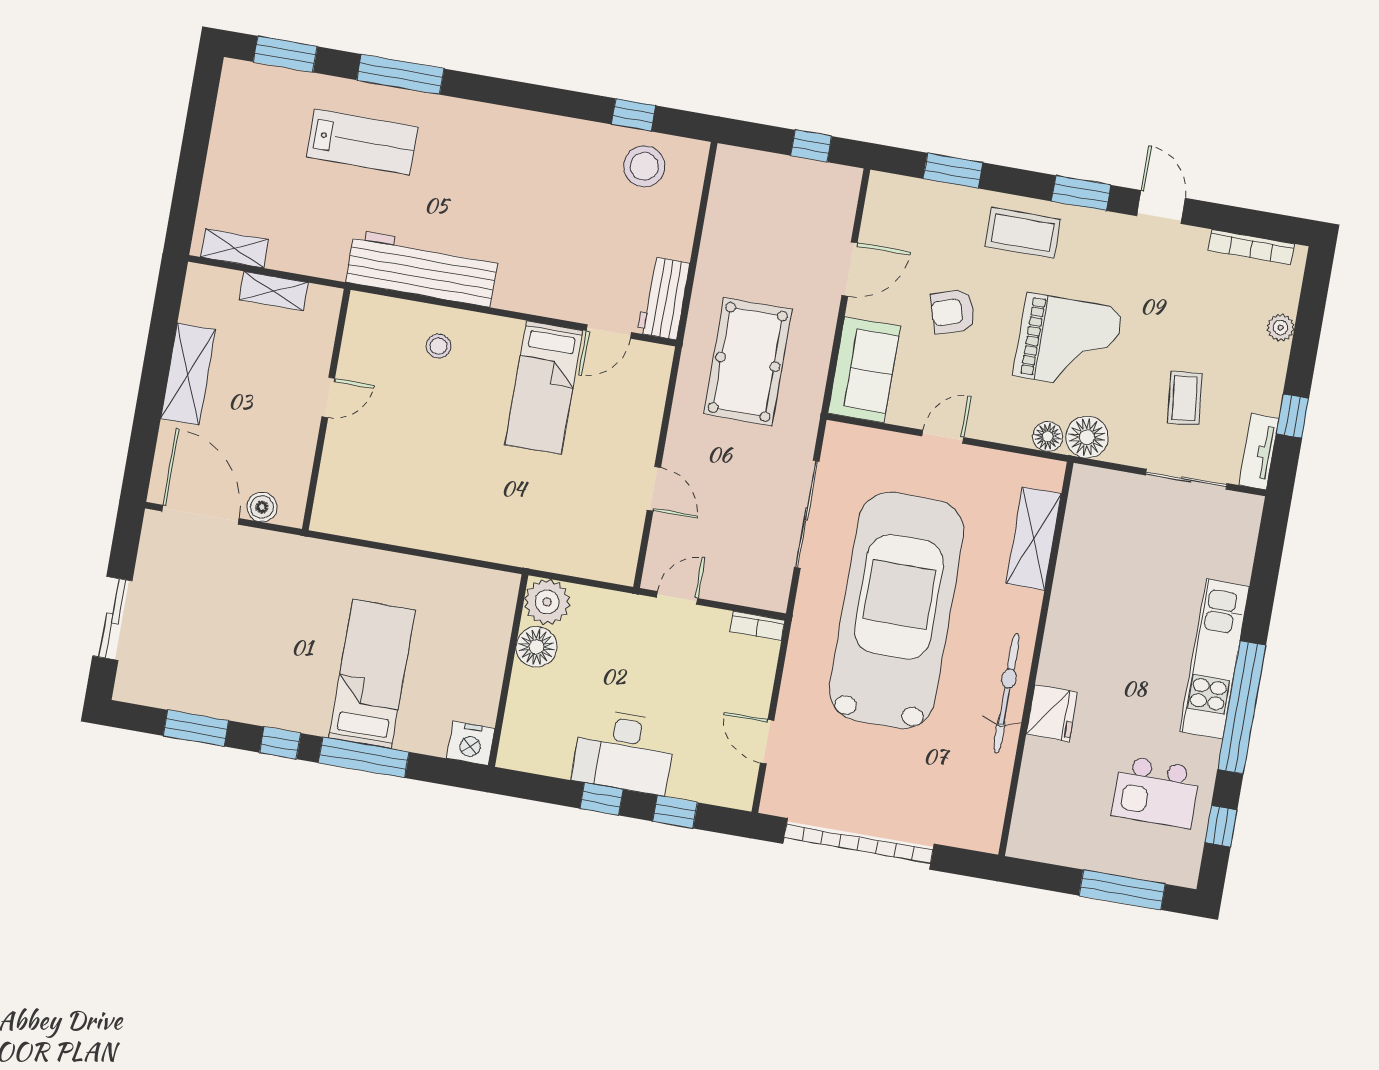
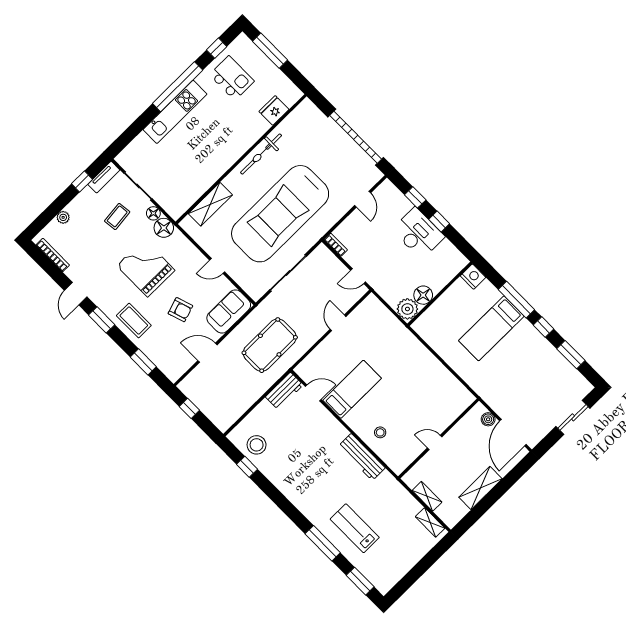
workbench: (422, 269) -> (362, 457), width x0.73, depth x0.76
floor lamp: (1048, 437) -> (153, 213), moved
fridge: (1052, 713) -> (274, 110), moved

